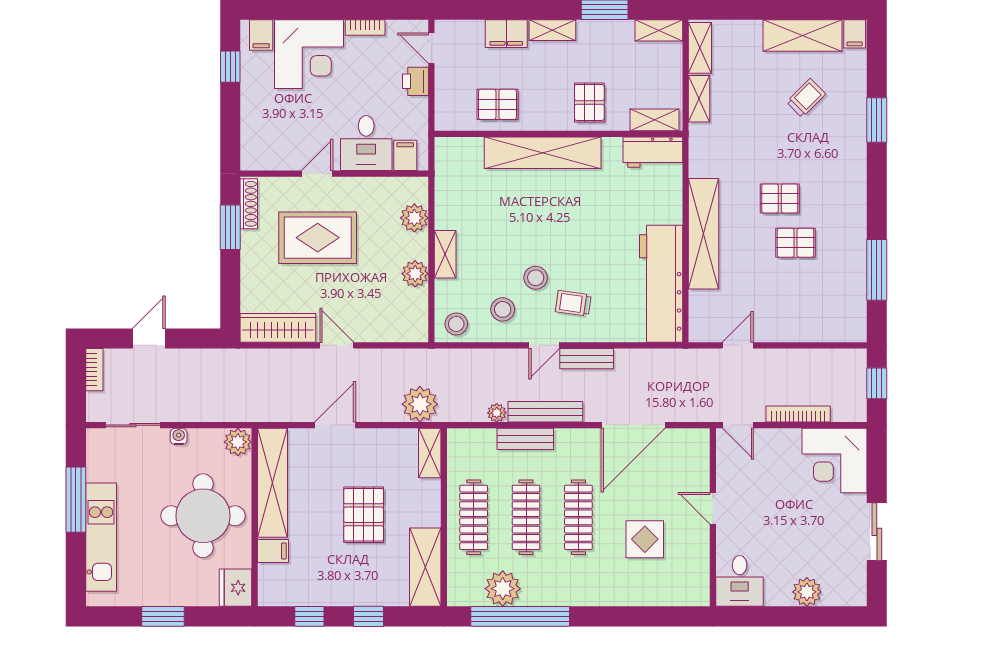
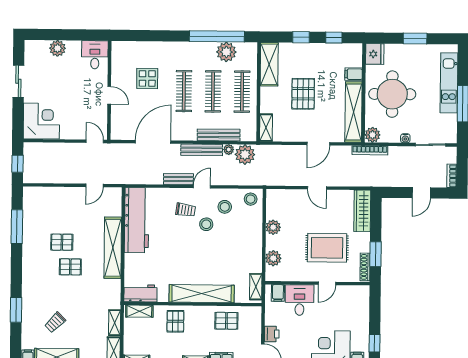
shelving: (445, 254) -> (256, 287), moved
wardrobe: (278, 328) -> (362, 211), moved, turned 90
plant: (420, 404) -> (245, 154), moved
bookcase: (798, 414) -> (370, 150), moved
bench: (525, 439) -> (219, 135), width x1.36

